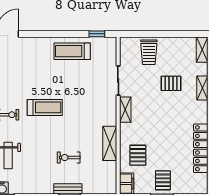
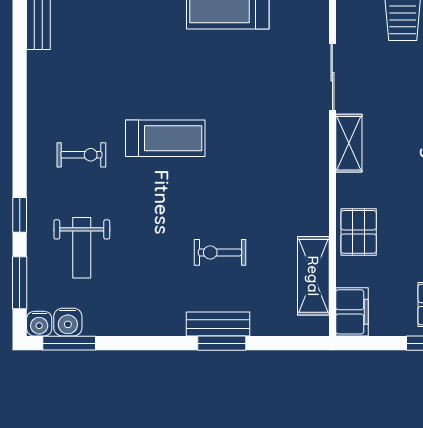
shelving: (110, 143) -> (313, 276), moved
pallet: (138, 155) -> (359, 232), moved

